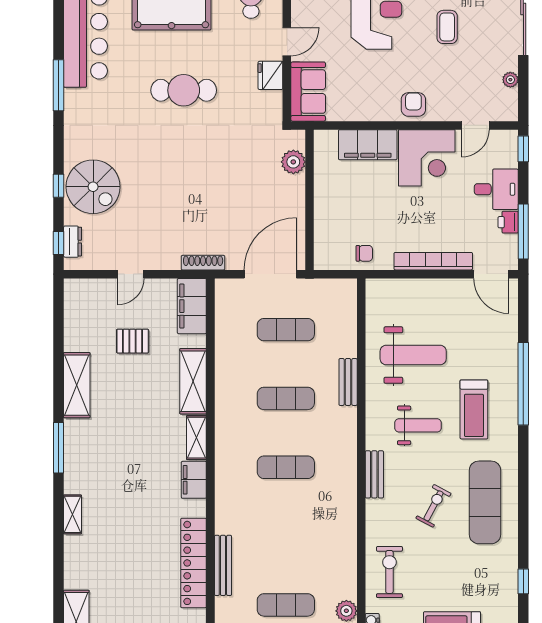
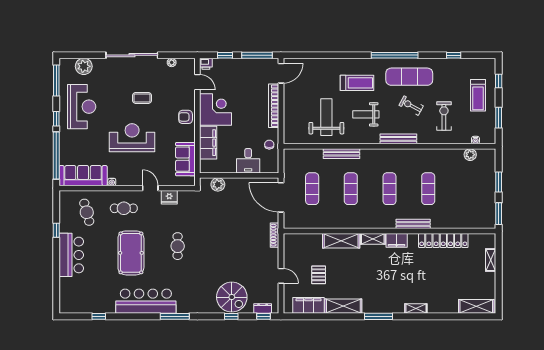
cafe table: (184, 90) -> (178, 246), width x0.73, depth x0.74
sofa: (308, 92) -> (185, 159), moved, turned -90
window: (523, 149) -> (225, 55), moved
spiral stairs: (93, 187) -> (232, 297), turned 90
desk: (496, 189) -> (248, 161), moved, turned 180
printer: (508, 222) -> (206, 64), moved
filing cabinet: (192, 306) -> (308, 305), moved, turned 180
bench: (348, 382) -> (342, 154), width x1.36
window: (523, 384) -> (395, 55), moved
weight bench: (418, 425) -> (366, 114), turned -90
bench: (374, 474) -> (398, 139), width x1.36
bench: (223, 565) -> (413, 224), moved
exercise bike: (389, 572) -> (444, 116), moved, turned 90
exercise mat: (286, 605) -> (428, 189), moved

